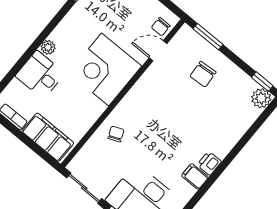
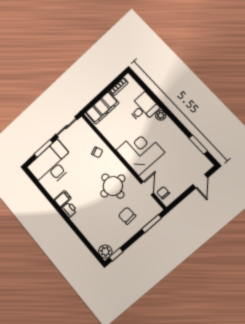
round table: (163, 102) -> (113, 186), added

